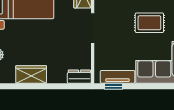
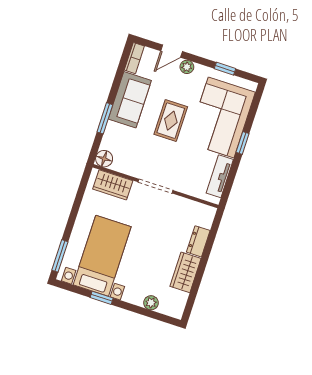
dresser: (79, 77) -> (198, 241), moved
window: (113, 86) -> (242, 143), moved

